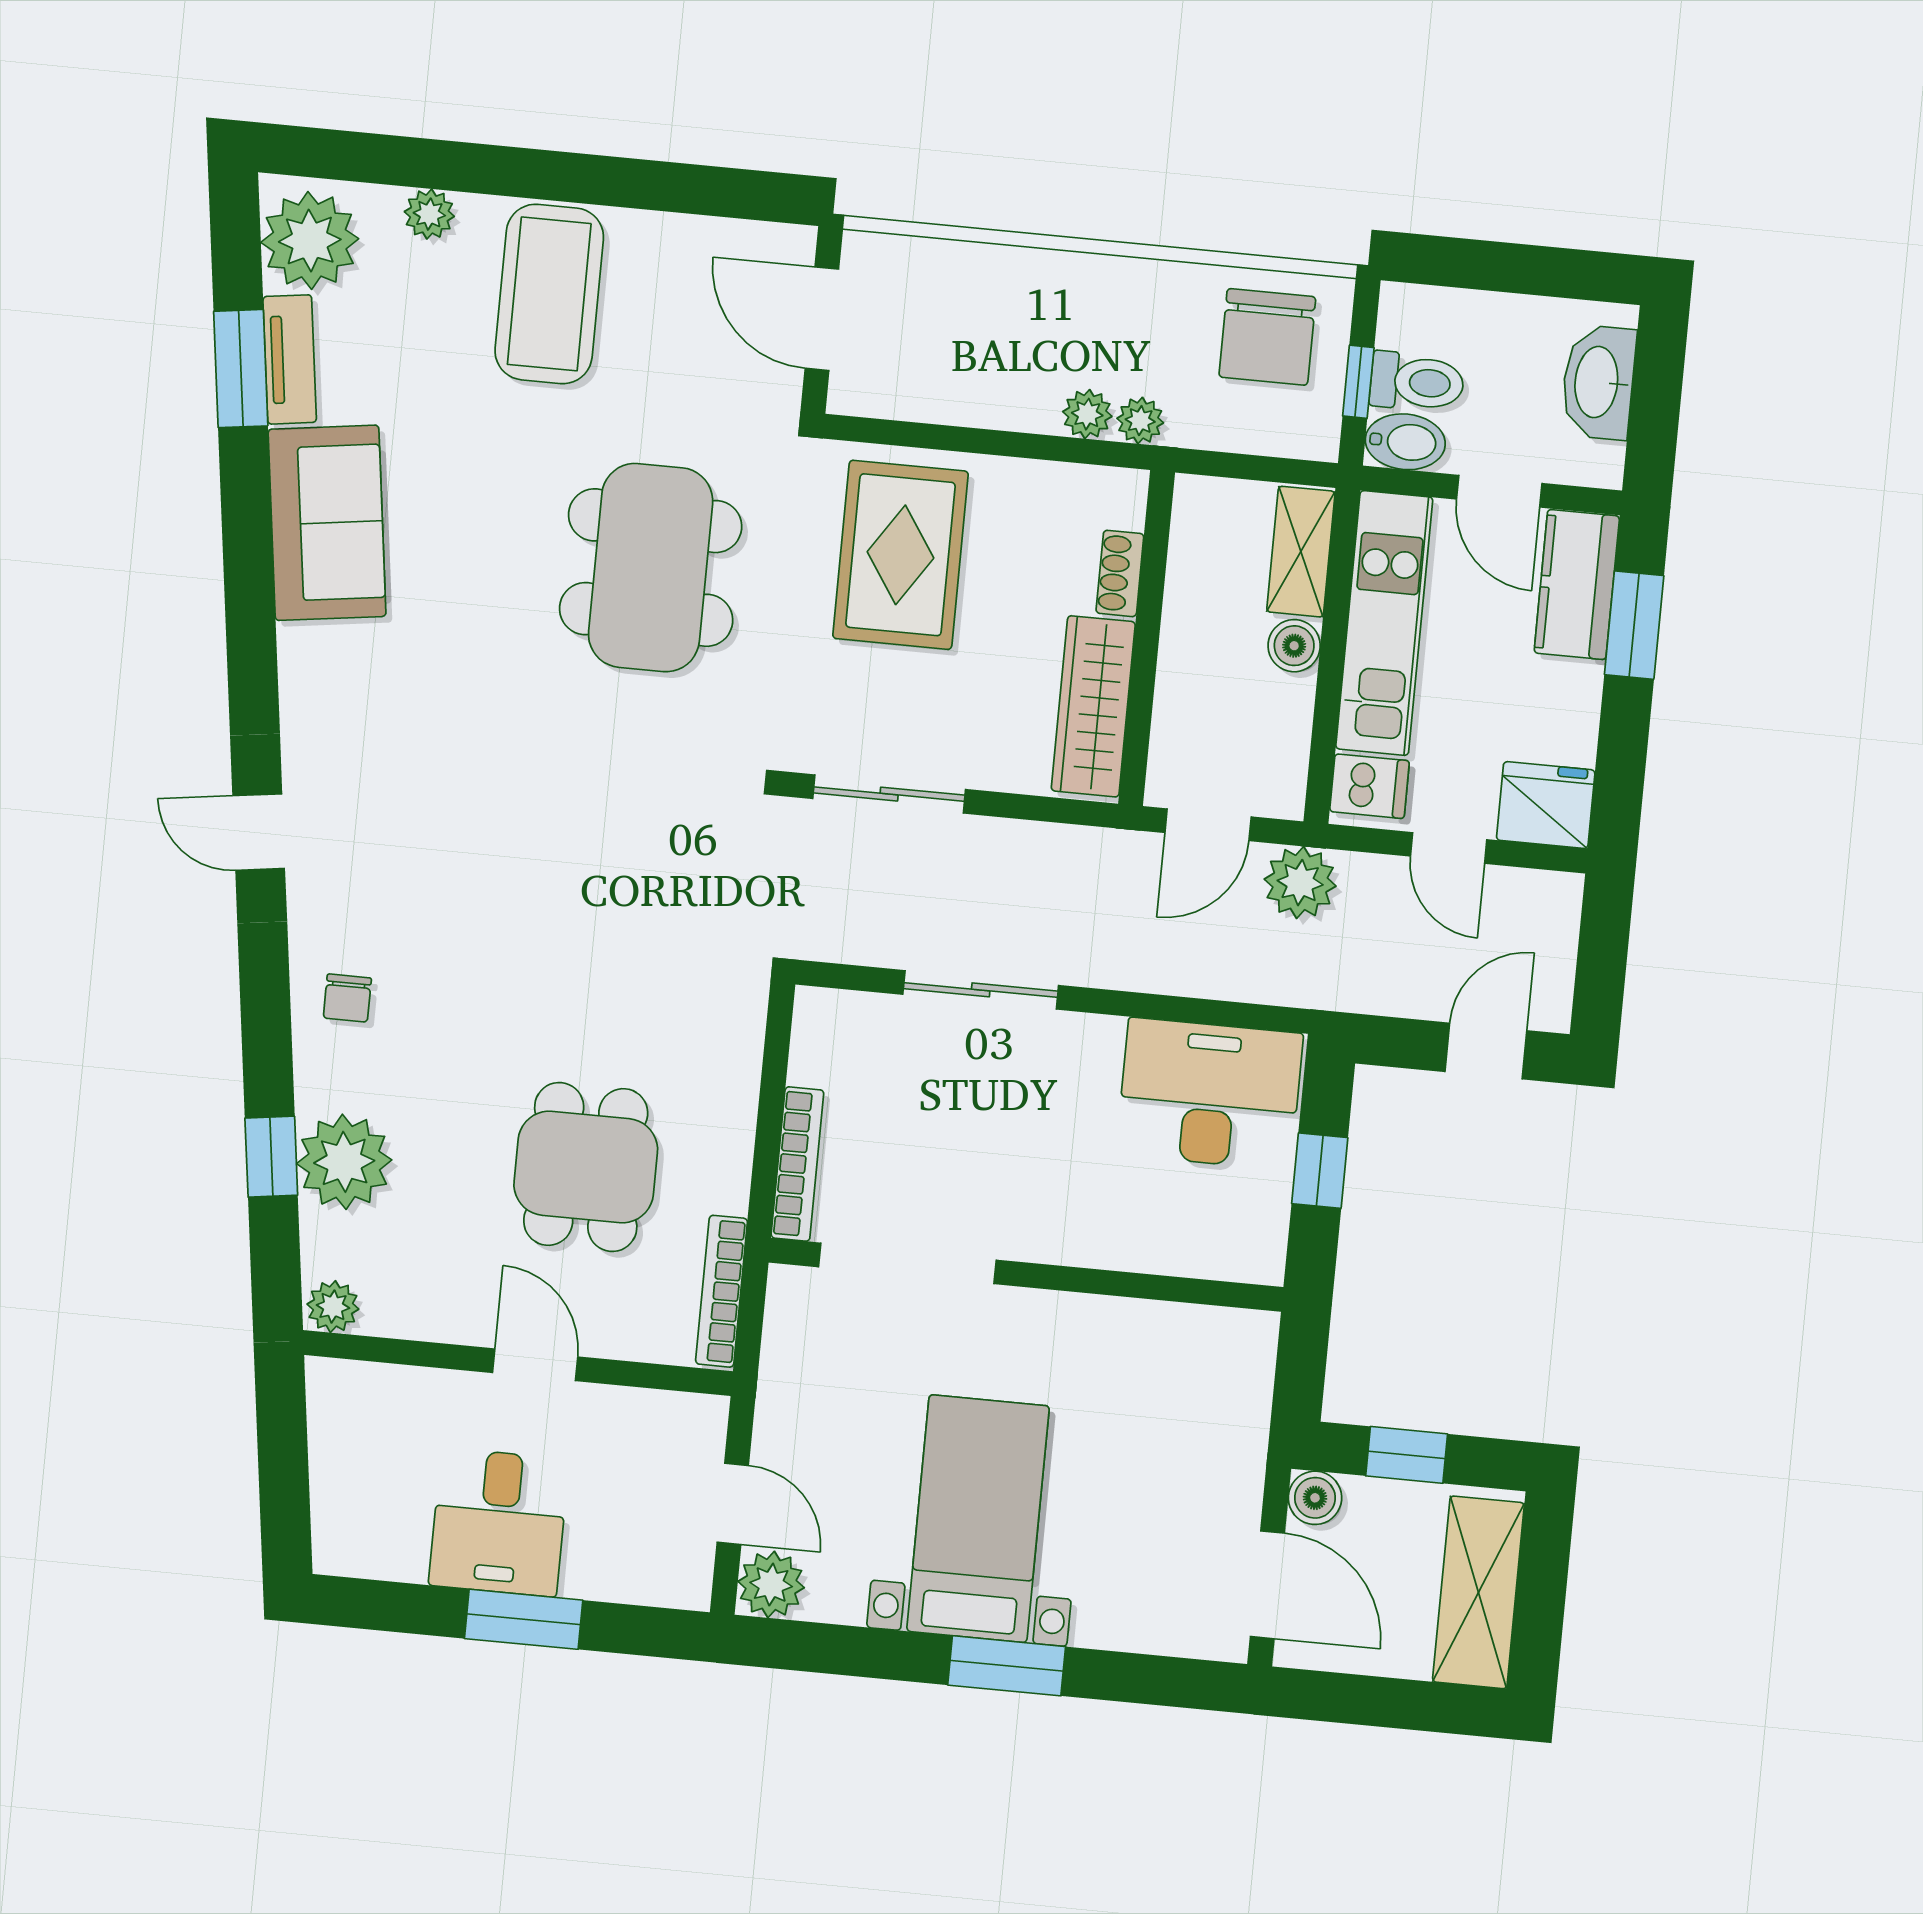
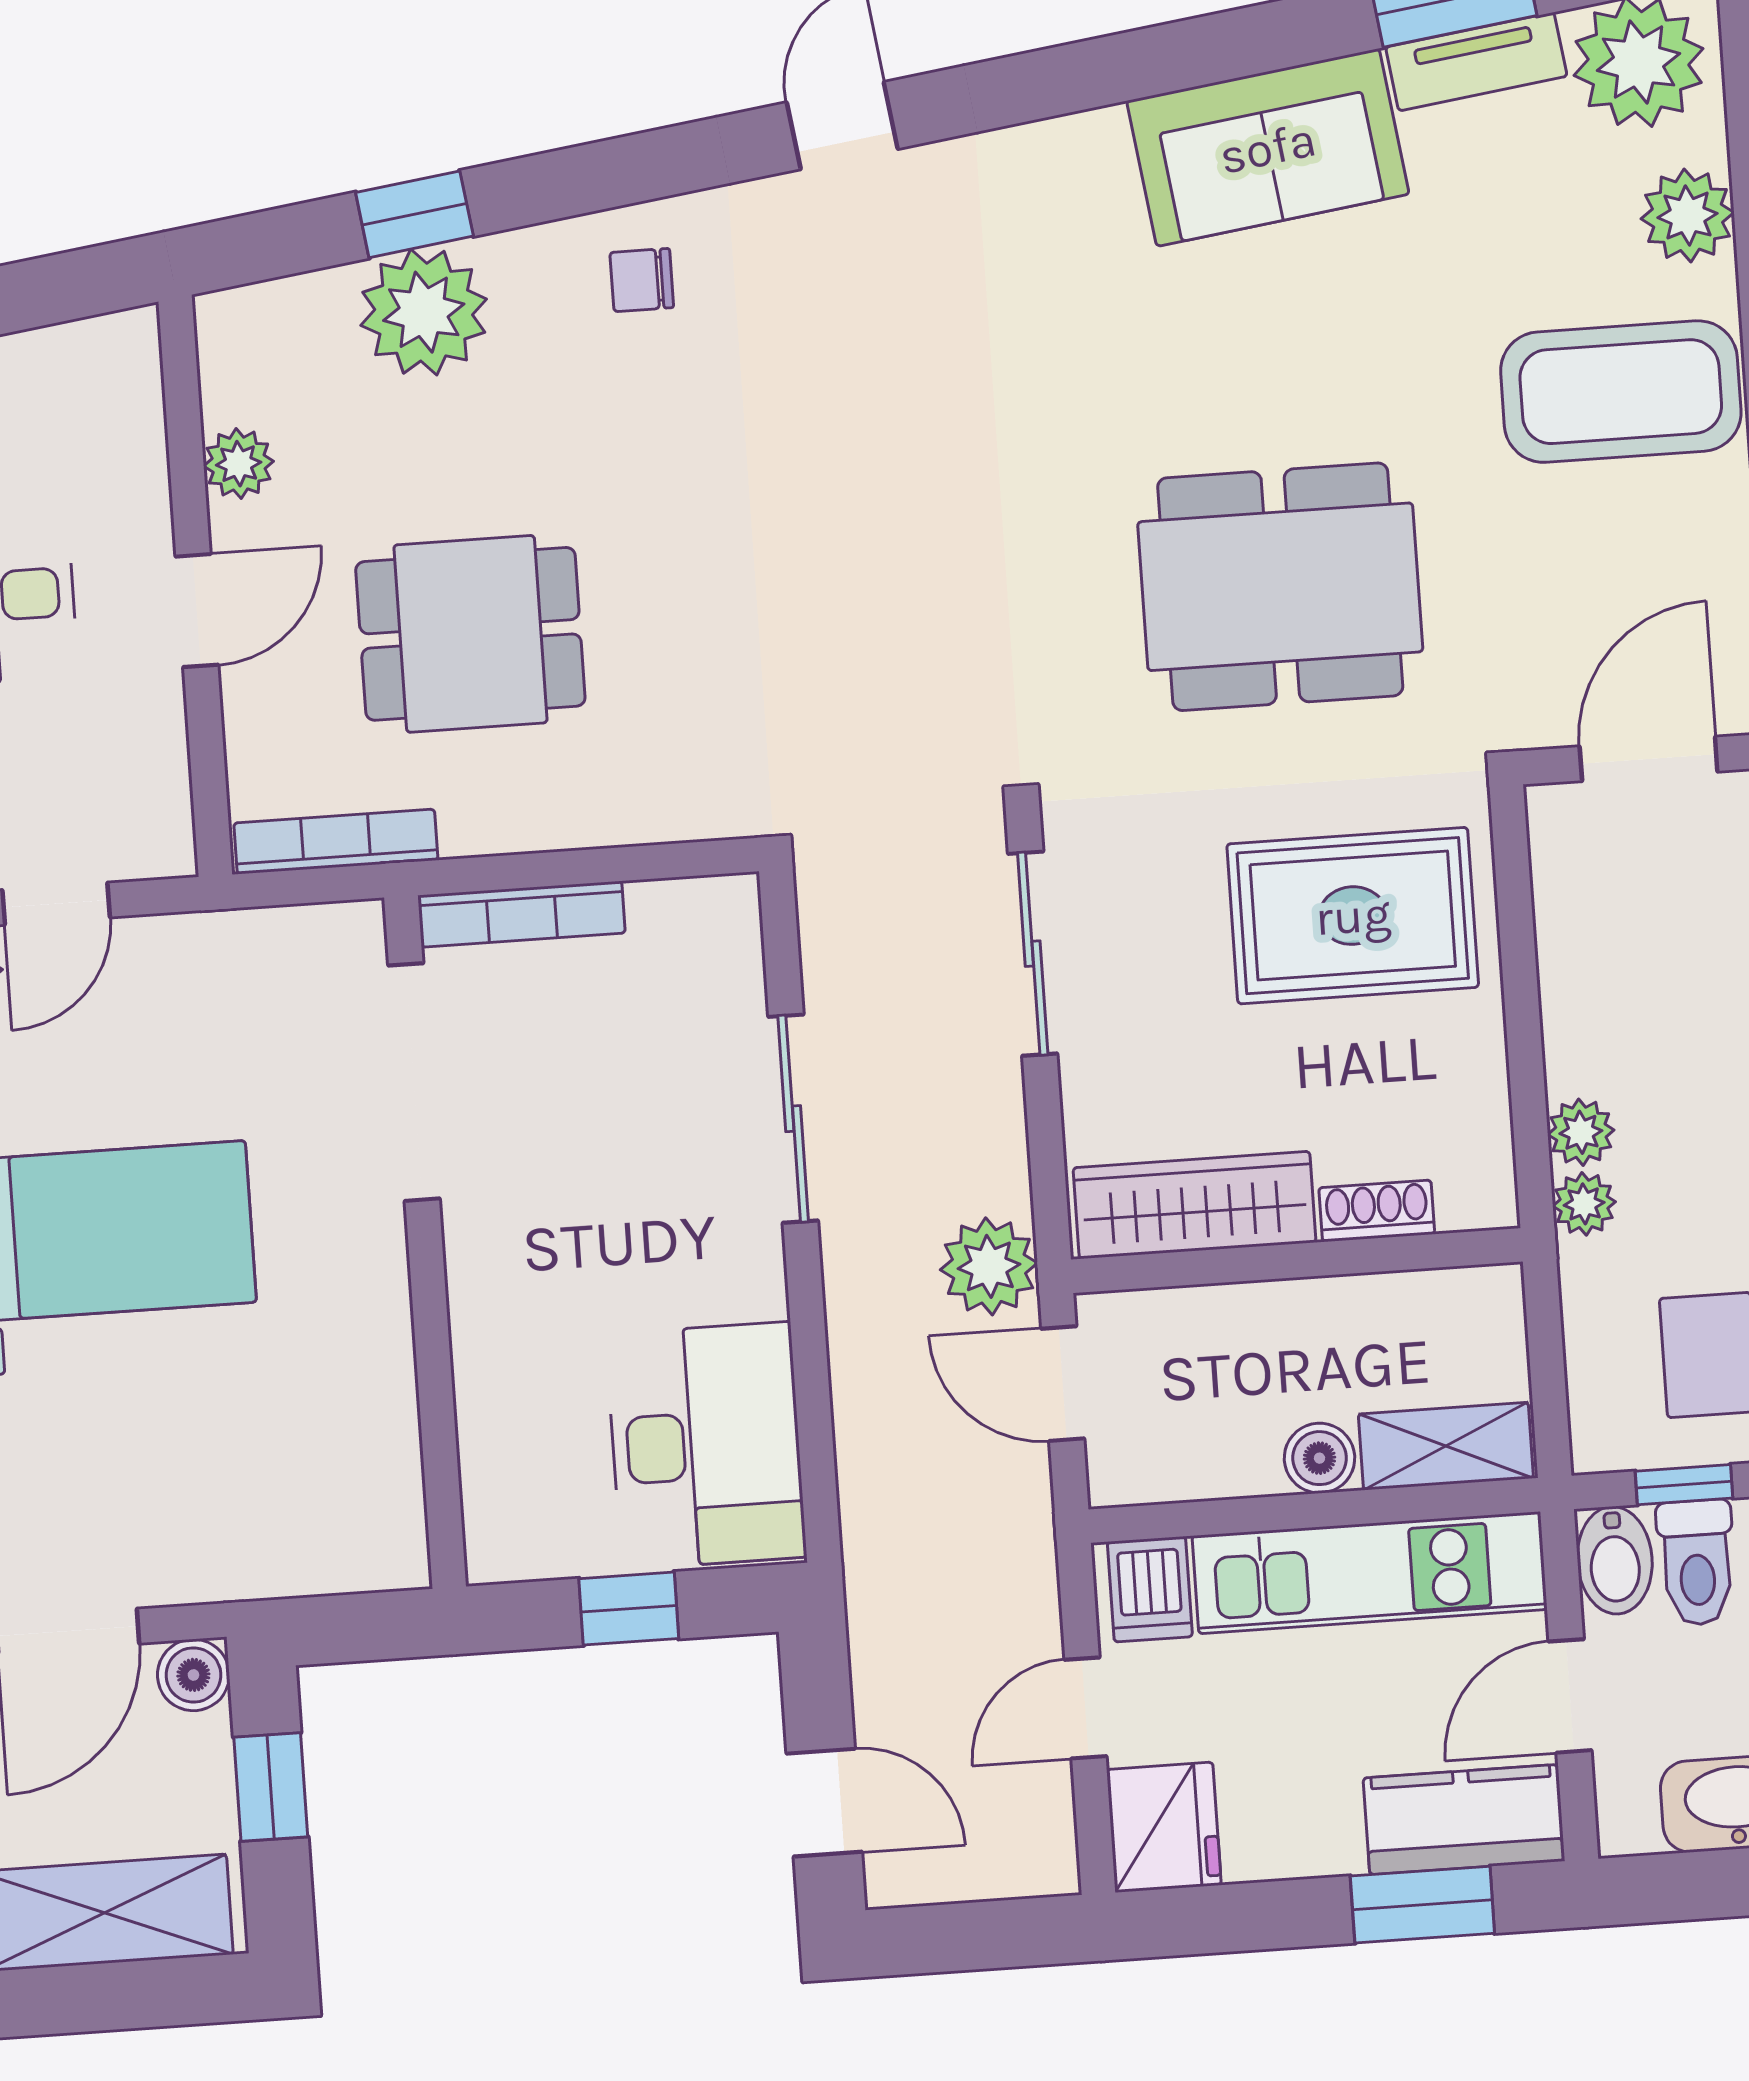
plant: (429, 214) -> (1687, 216), width x1.38, depth x1.38
plant: (1300, 883) -> (989, 1266), moved
plant: (333, 1307) -> (239, 464), moved

